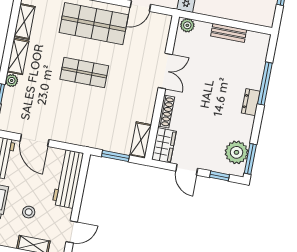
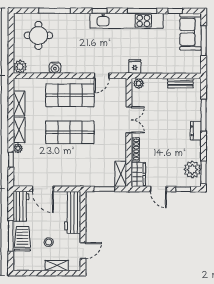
bench: (229, 33) -> (180, 83), moved
shop shelf: (84, 73) -> (70, 132), width x1.43, depth x1.36

